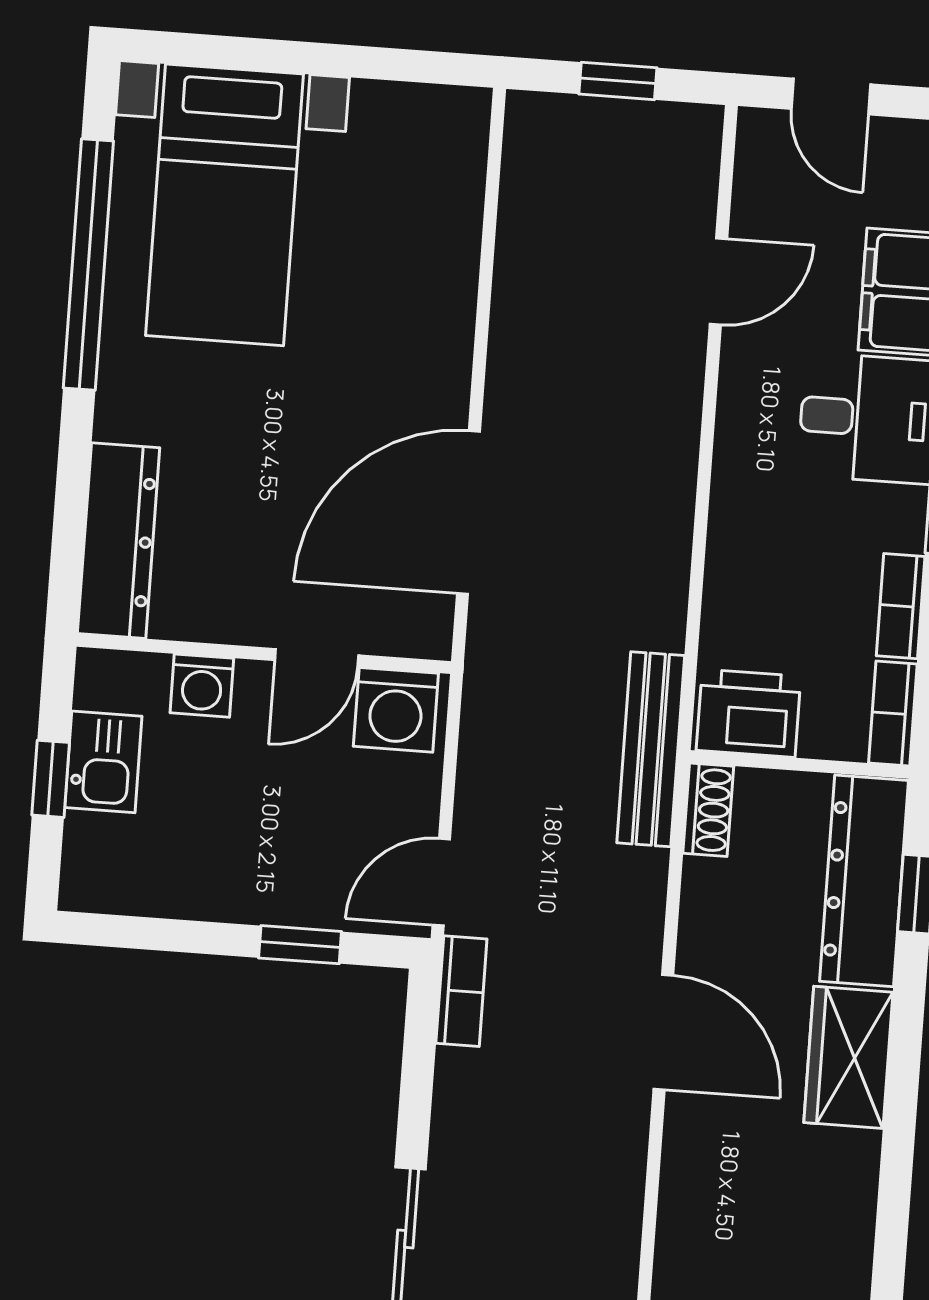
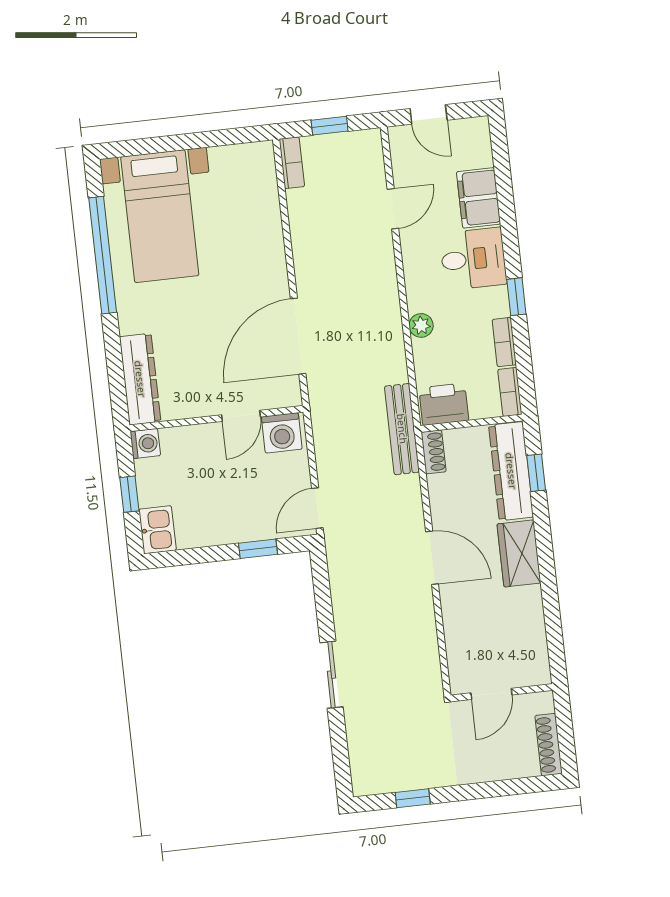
plant: (732, 538) -> (421, 325), added
washing machine: (202, 686) -> (145, 444), moved, turned -90
kitchen sink: (103, 762) -> (157, 530), moved
bookcase: (461, 991) -> (292, 163), moved

